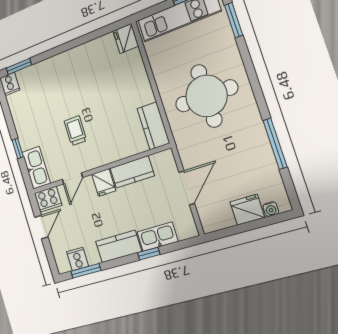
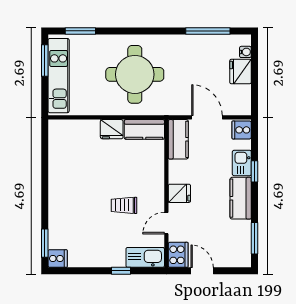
fridge: (126, 38) -> (112, 129), moved
window: (275, 144) -> (208, 31), moved
kitchen counter: (132, 172) -> (178, 139), moved
door: (72, 178) -> (166, 223), swing flipped
kitchen sink: (158, 237) -> (242, 163), width x0.73
cooker: (78, 259) -> (242, 130), moved

